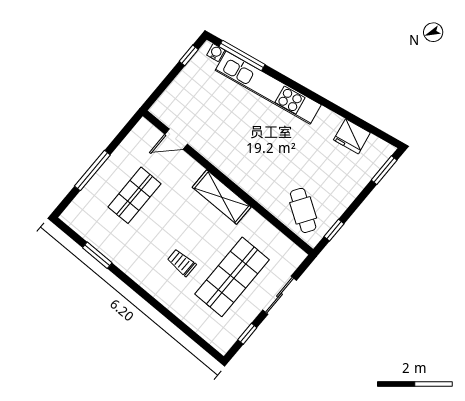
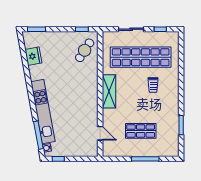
shop shelf: (232, 277) -> (141, 57), width x1.40

